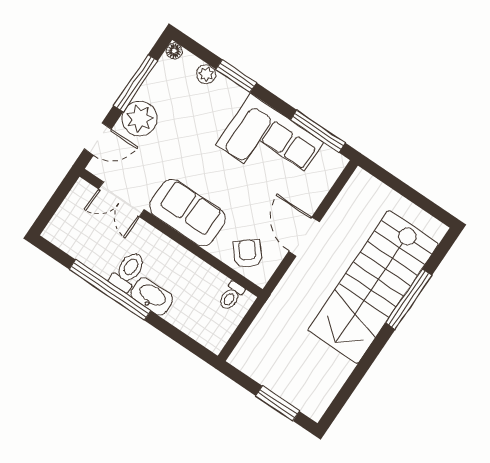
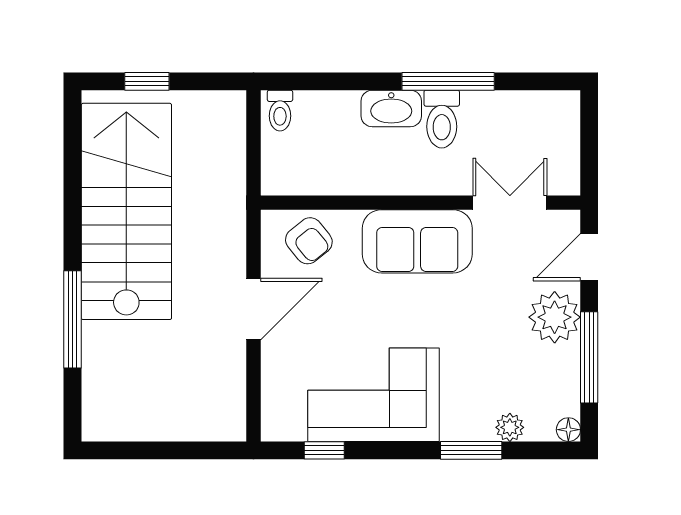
window: (318, 131) -> (324, 450), width x0.46
door: (304, 237) -> (253, 309), hinge flipped
stairs: (373, 287) -> (126, 211), moved
window: (110, 290) -> (448, 81), width x0.68
toilet: (231, 296) -> (280, 111), moved, turned 180
window: (278, 403) -> (147, 81), width x0.67

